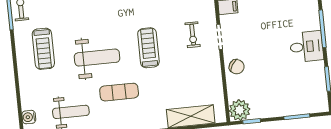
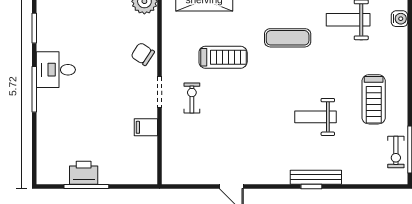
treadmill: (148, 48) -> (223, 57), moved, turned -90
treadmill: (43, 49) -> (374, 99), turned 180
weight bench: (97, 58) -> (315, 117), moved, width x0.73, depth x0.75

